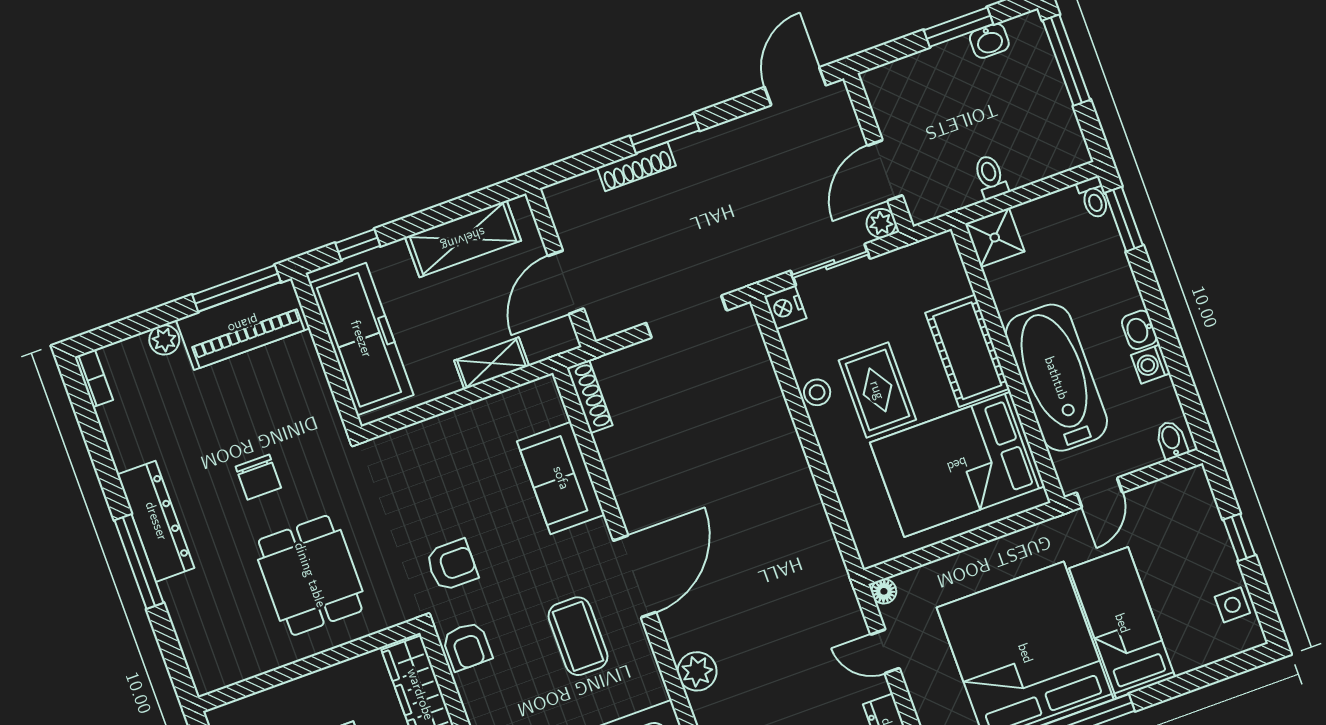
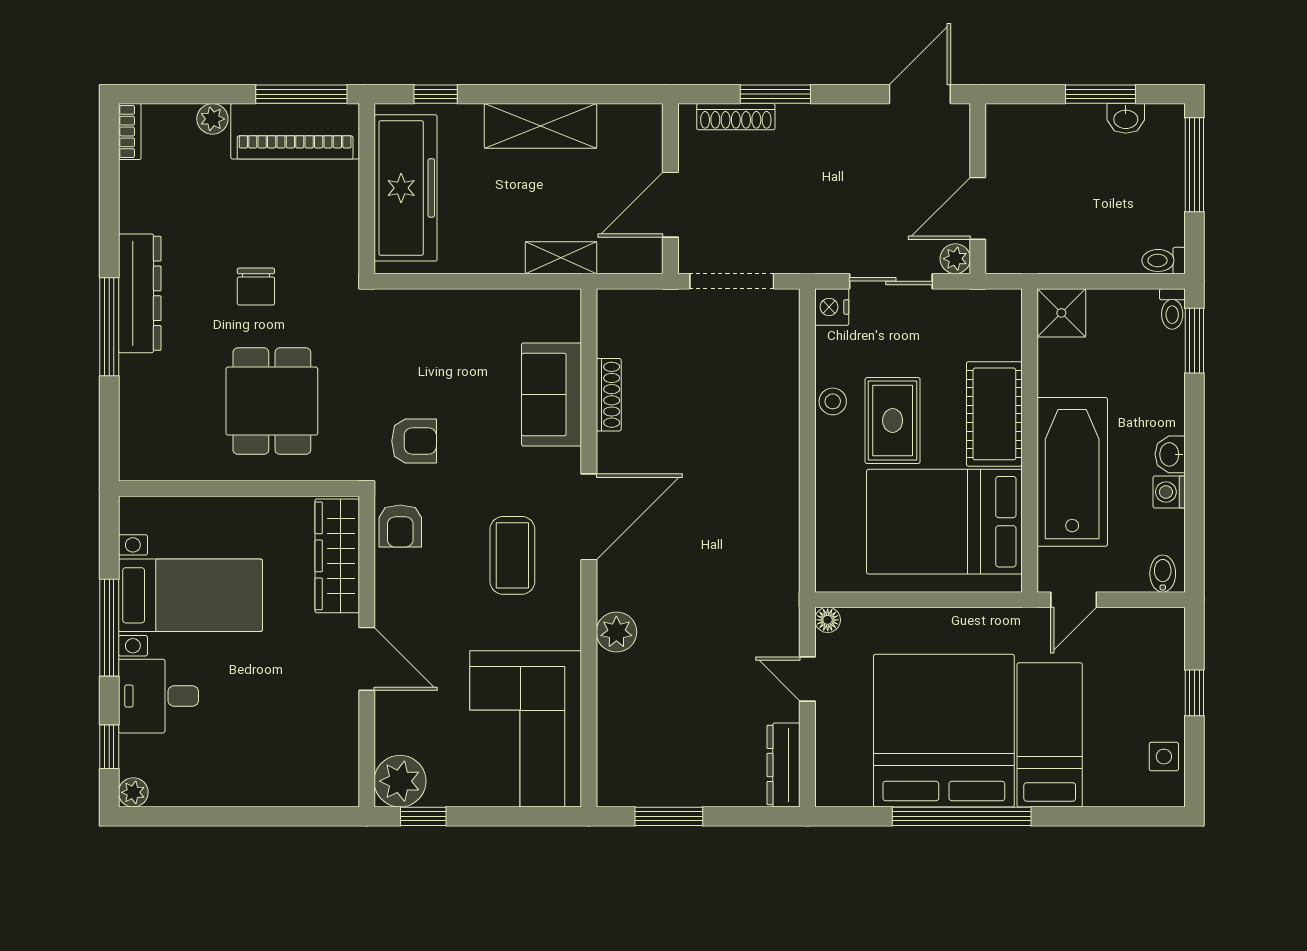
toilet: (991, 177) -> (1164, 260), moved, turned -90
wall: (561, 268) -> (670, 189), moved
door: (566, 282) -> (670, 205), moved
shelving: (492, 363) -> (561, 258), moved
shoe rack: (590, 396) -> (609, 395), moved

